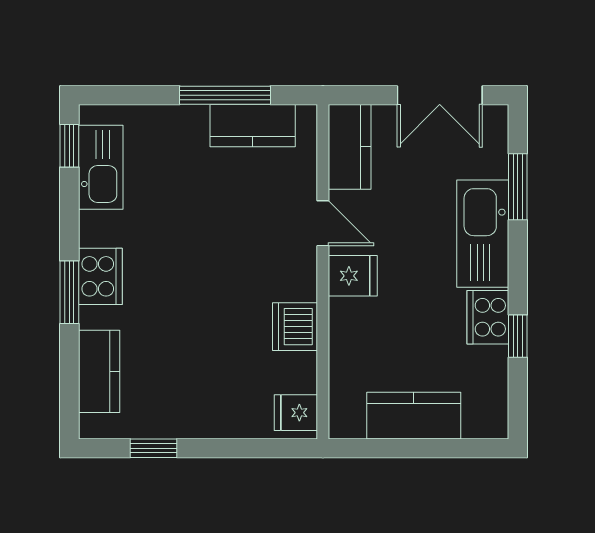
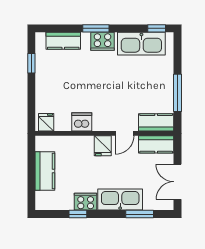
kitchen counter: (253, 126) -> (156, 122), moved, turned 90
kitchen sink: (101, 167) -> (141, 44), width x1.36, depth x1.24

